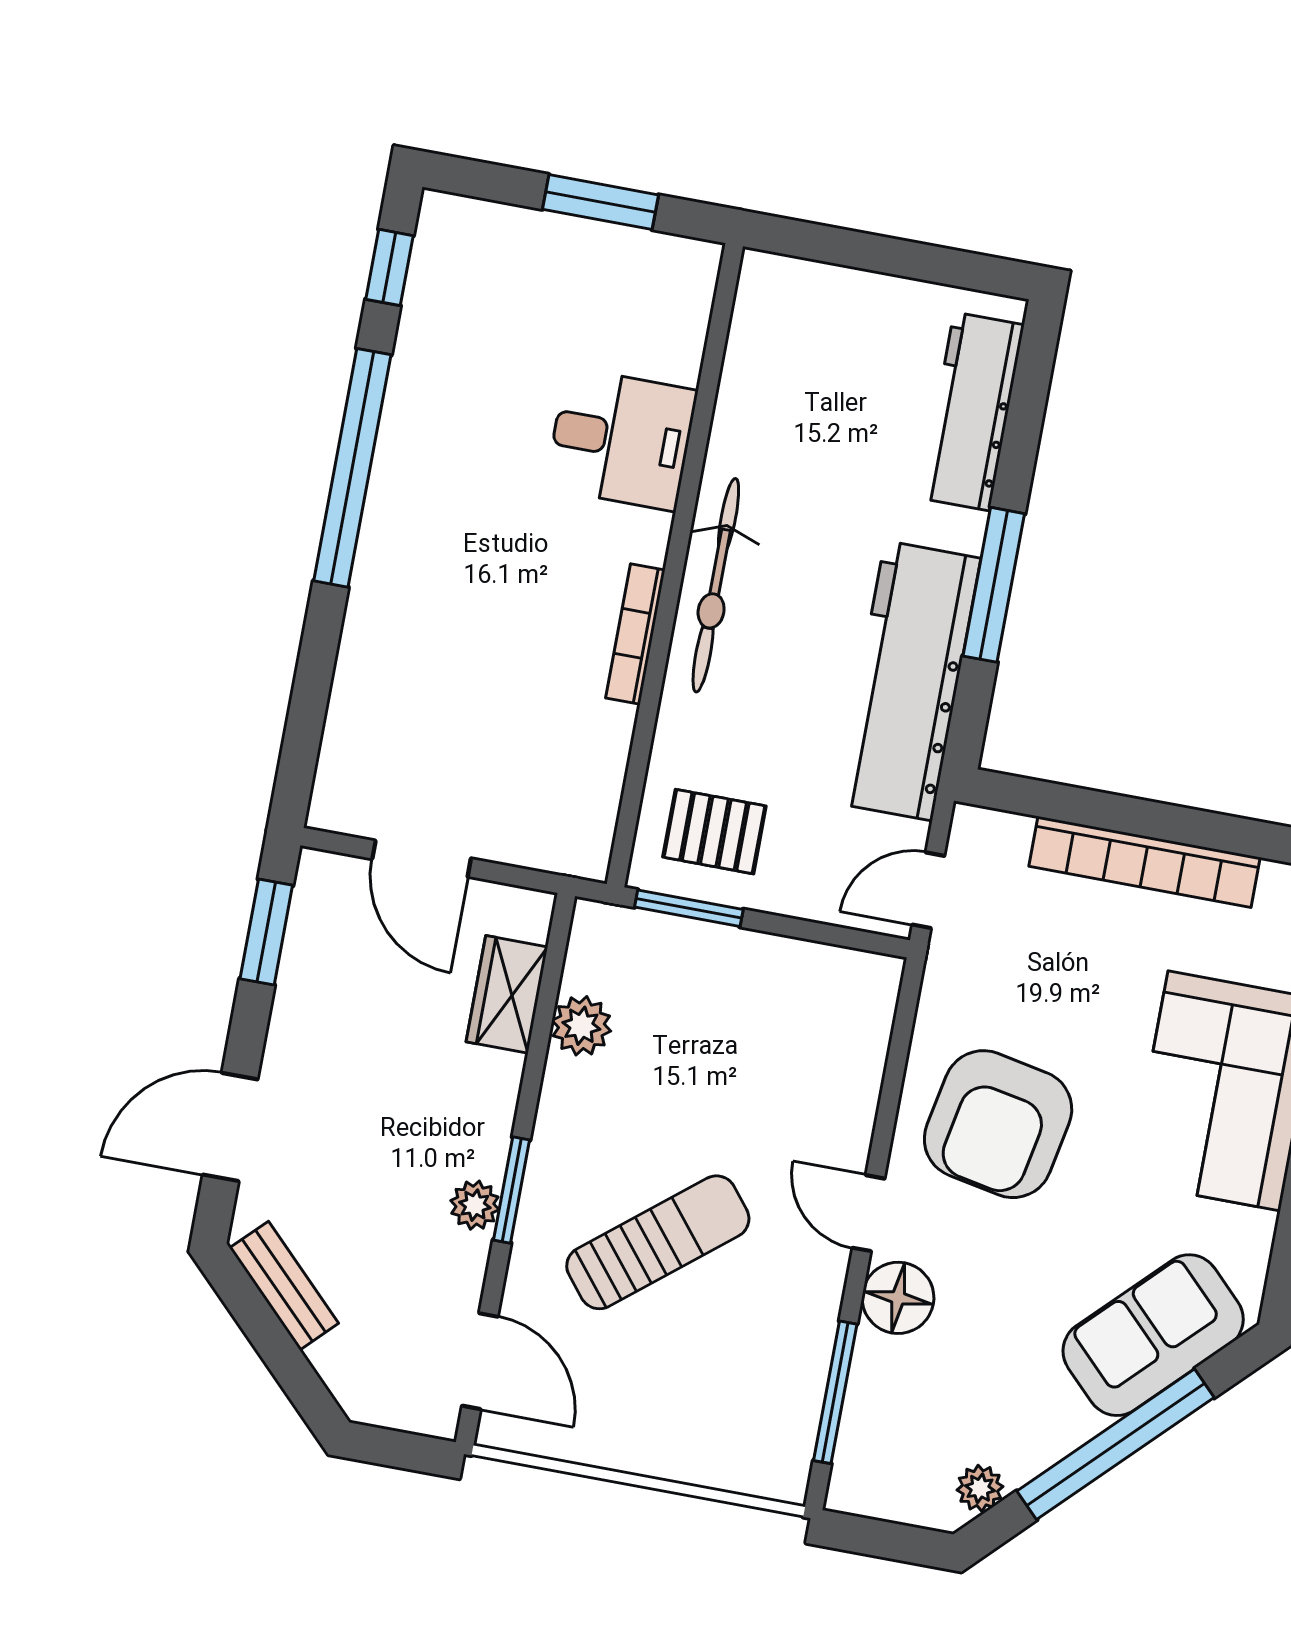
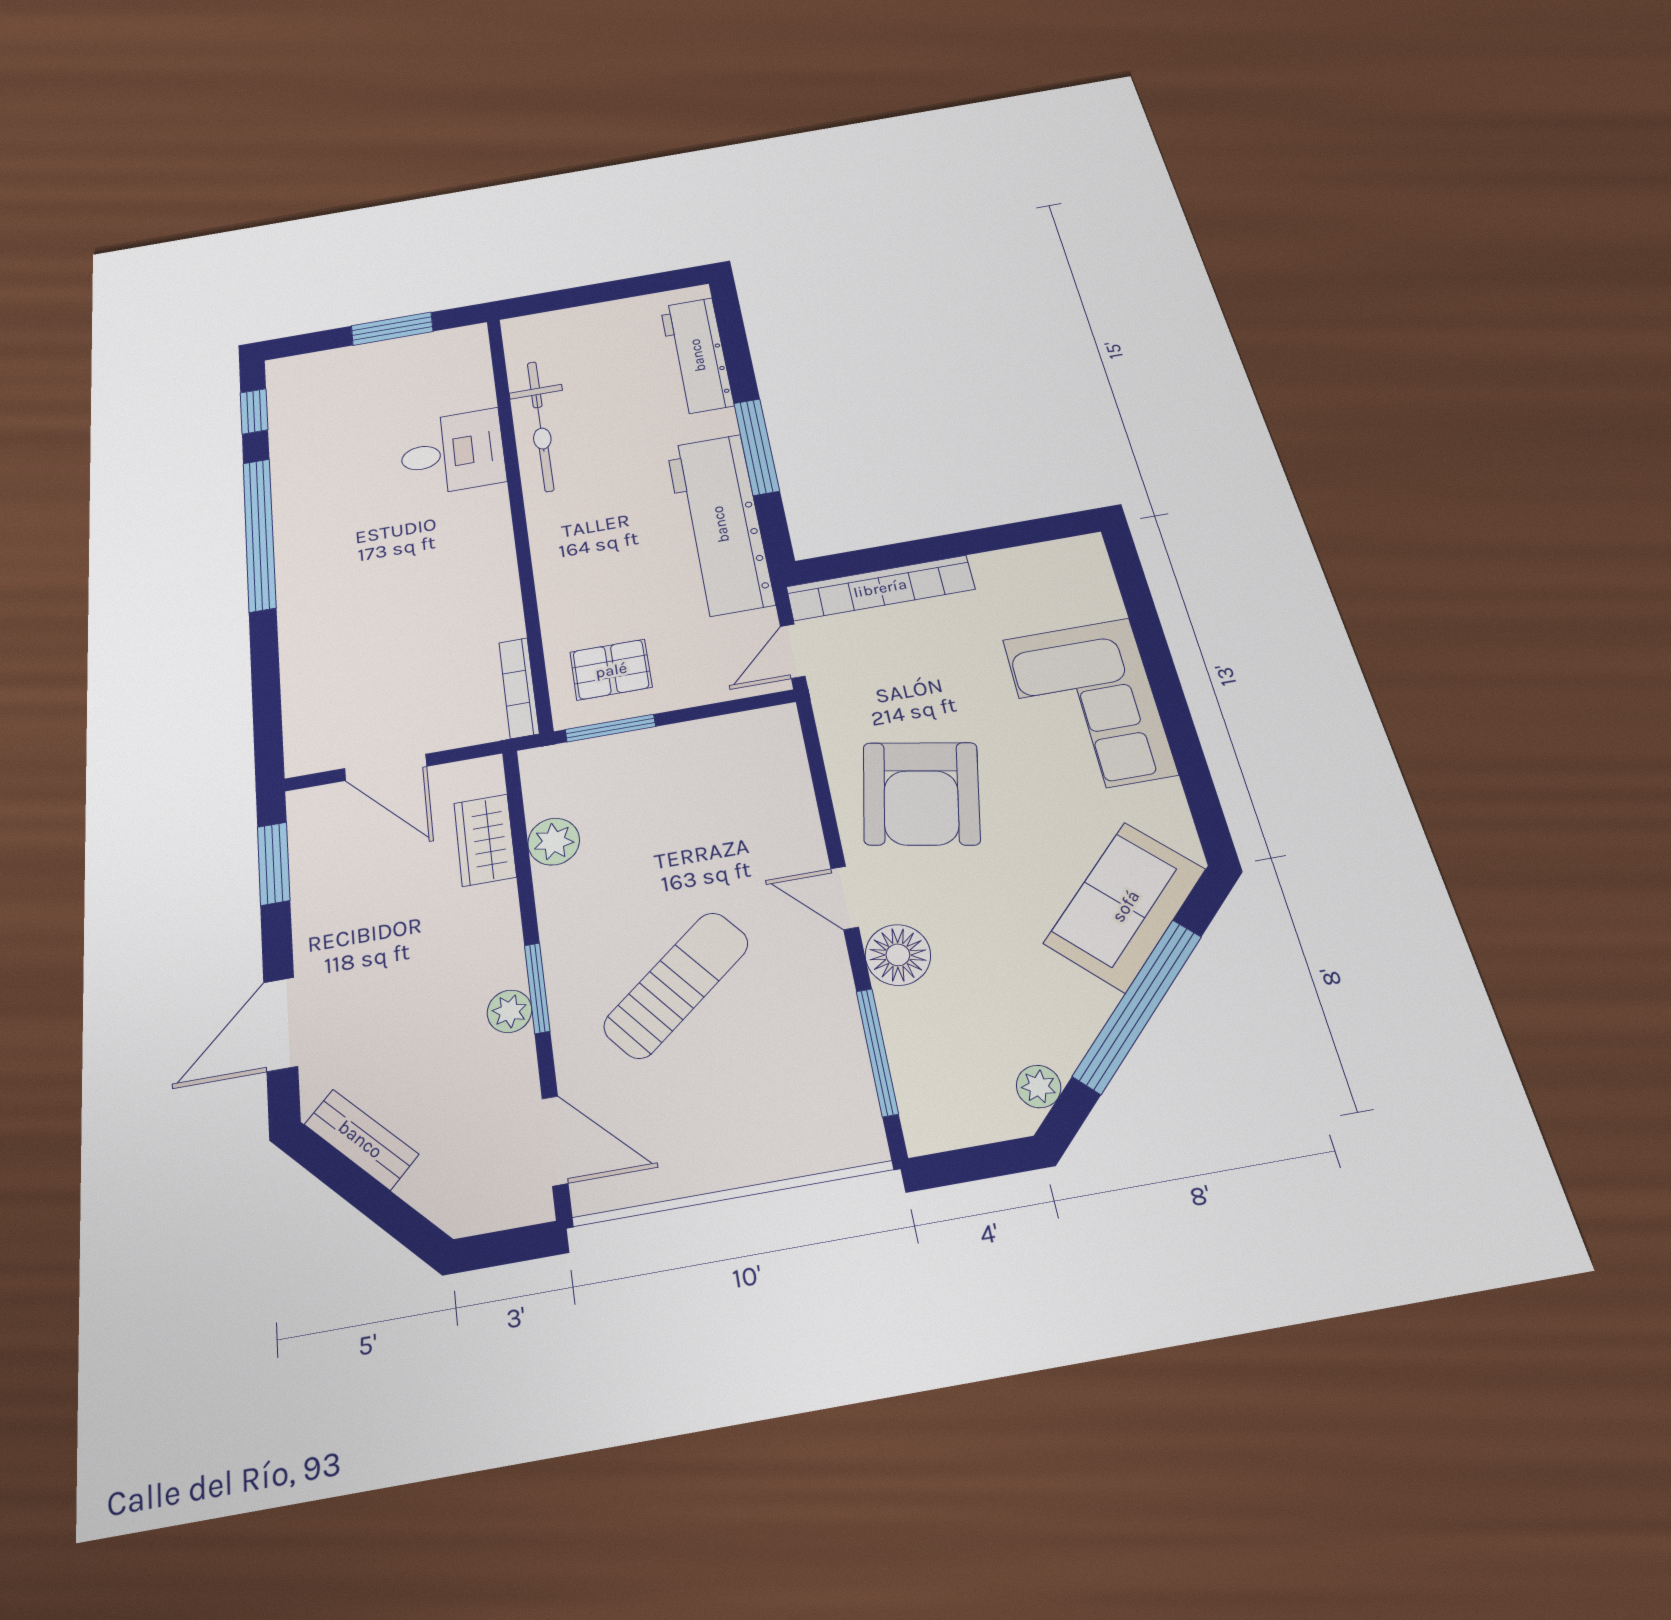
bicycle: (716, 585) -> (540, 426), moved
bookcase: (635, 634) -> (519, 688), moved
bookcase: (1144, 862) -> (880, 588), moved

